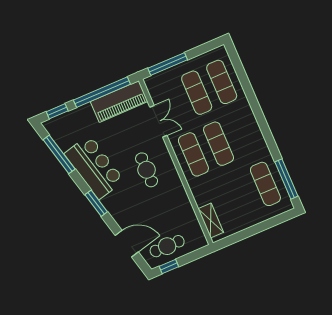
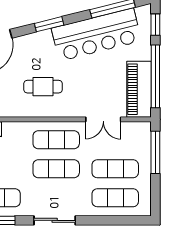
sliding door: (264, 126) -> (55, 220), added
bar counter: (94, 167) -> (96, 35), width x1.36
cafe table: (147, 170) -> (43, 87), moved

